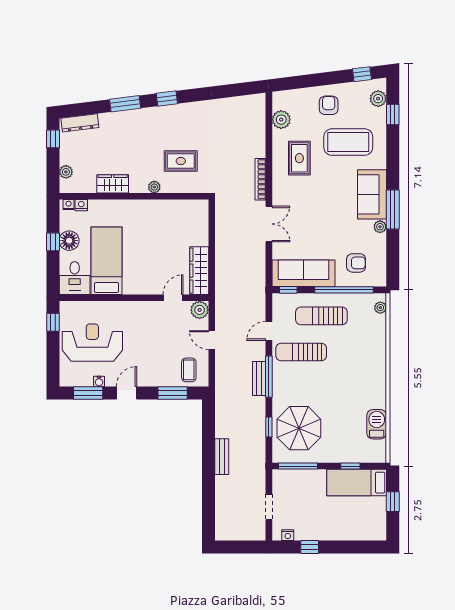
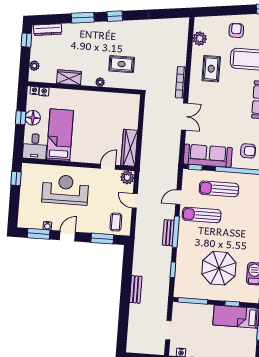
reception desk: (92, 343) -> (65, 190), moved
parasol: (299, 428) -> (219, 268), moved

